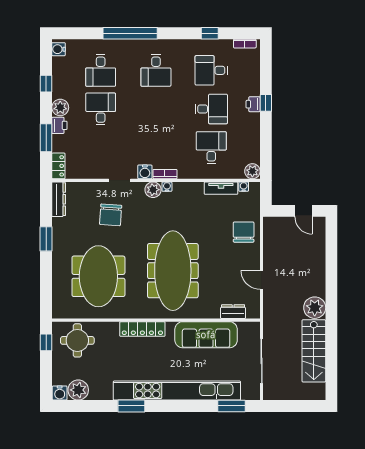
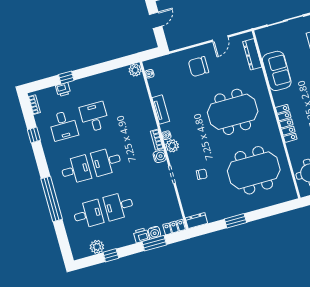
water cooler: (59, 49) -> (154, 232), moved
window: (266, 103) -> (66, 78), moved
printer: (253, 104) -> (63, 90), moved
plant: (60, 108) -> (97, 247), moved
desk: (211, 148) -> (107, 161), moved
tv unit: (221, 188) -> (161, 110), moved
dresser: (59, 199) -> (196, 221), width x0.70
chair: (111, 215) -> (202, 174), width x0.54, depth x0.54
chair: (244, 232) -> (198, 67), moved
meeting table: (173, 271) -> (233, 112), width x0.73
dresser: (233, 312) -> (252, 54), width x1.44
sofa: (206, 335) -> (277, 71), width x0.73

